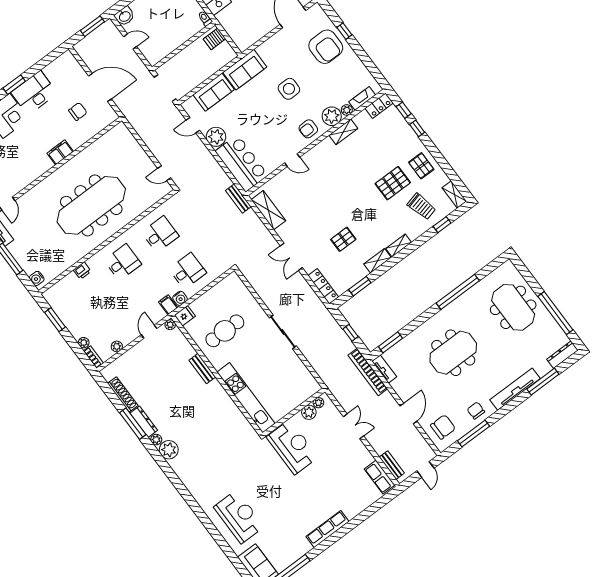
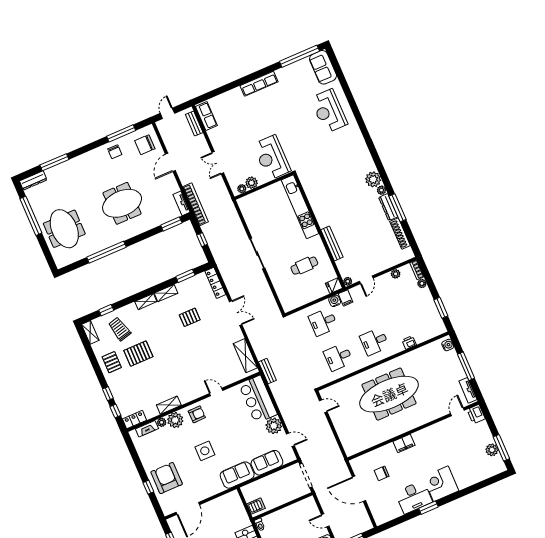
cafe table: (225, 331) -> (304, 266), width x0.73, depth x0.74
bench: (202, 369) -> (332, 243), width x1.36
tv unit: (515, 389) -> (79, 162), removed

